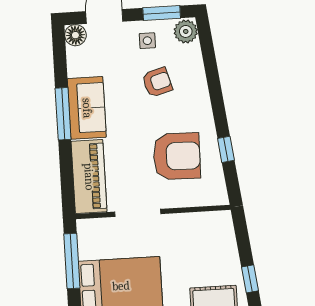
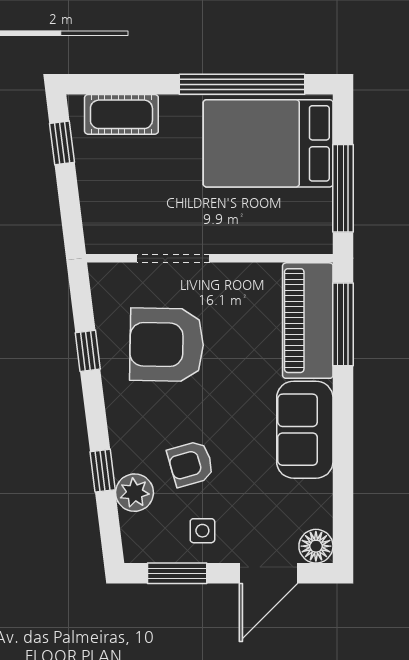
plant: (186, 31) -> (134, 493), moved
window: (212, 75) -> (103, 471), added
window: (63, 114) -> (343, 324), moved
doorway: (138, 213) -> (173, 258), moved

